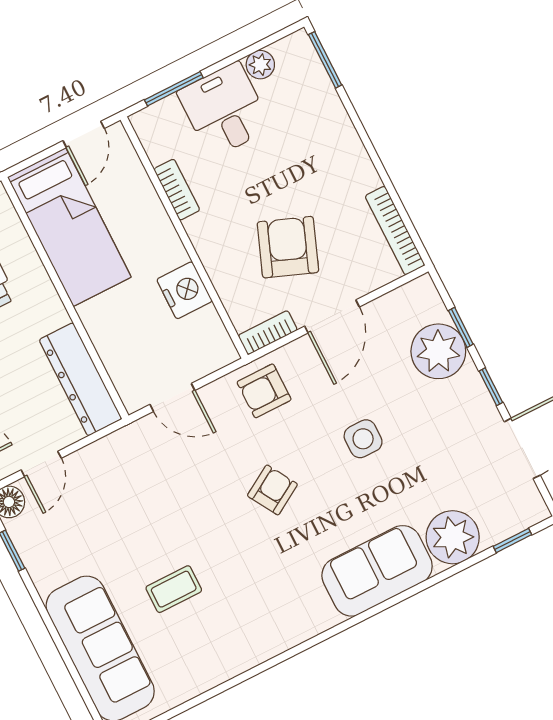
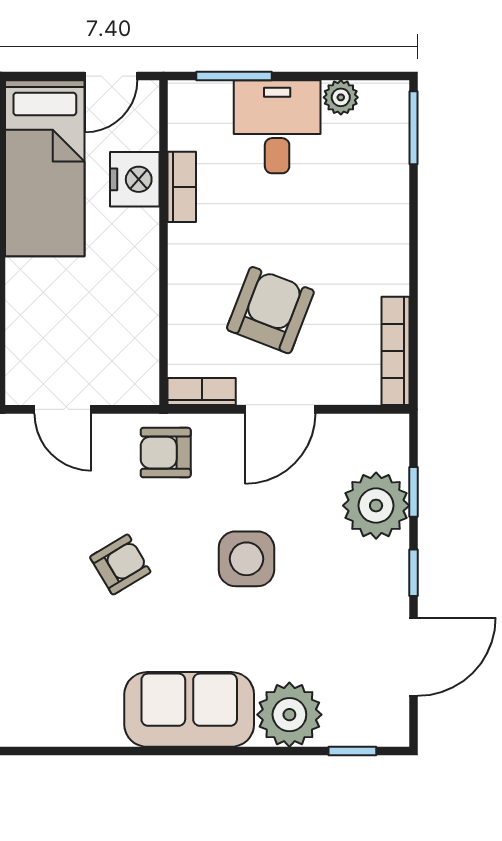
nightstand: (184, 290) -> (135, 179), moved
side table: (363, 439) -> (246, 559), width x1.37, depth x1.37

